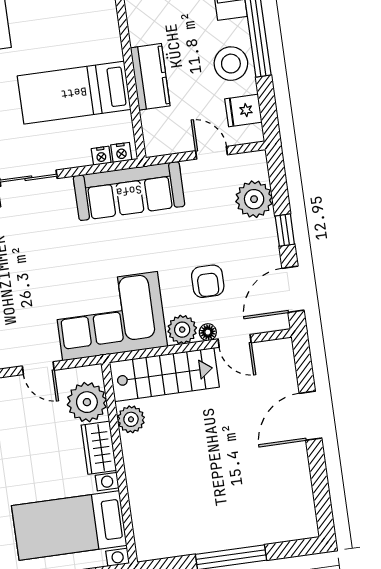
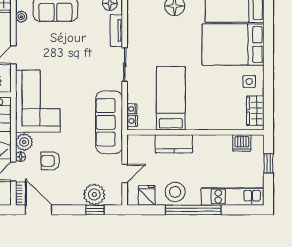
window: (285, 230) -> (95, 210), moved
bookcase: (270, 324) -> (20, 193), added

